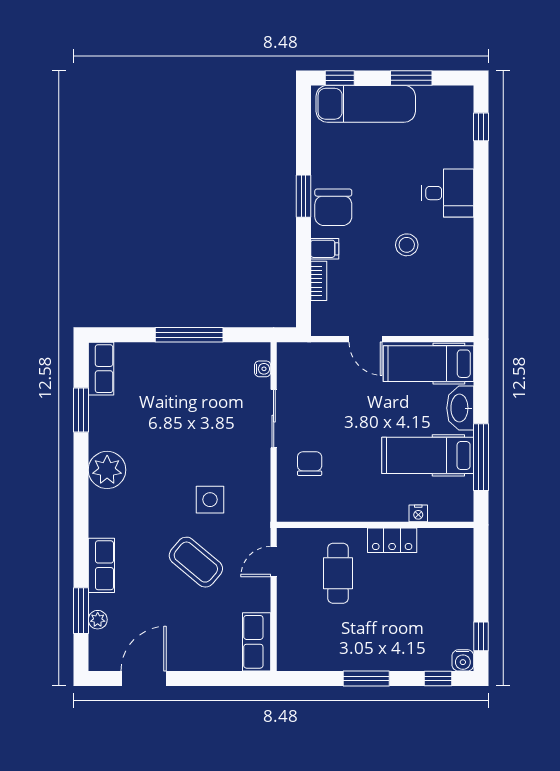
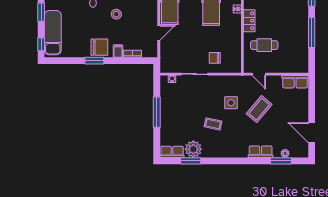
coffee table: (163, 460) -> (213, 124), added
plant: (107, 470) -> (193, 149), moved
window: (366, 678) -> (312, 32), width x1.44

